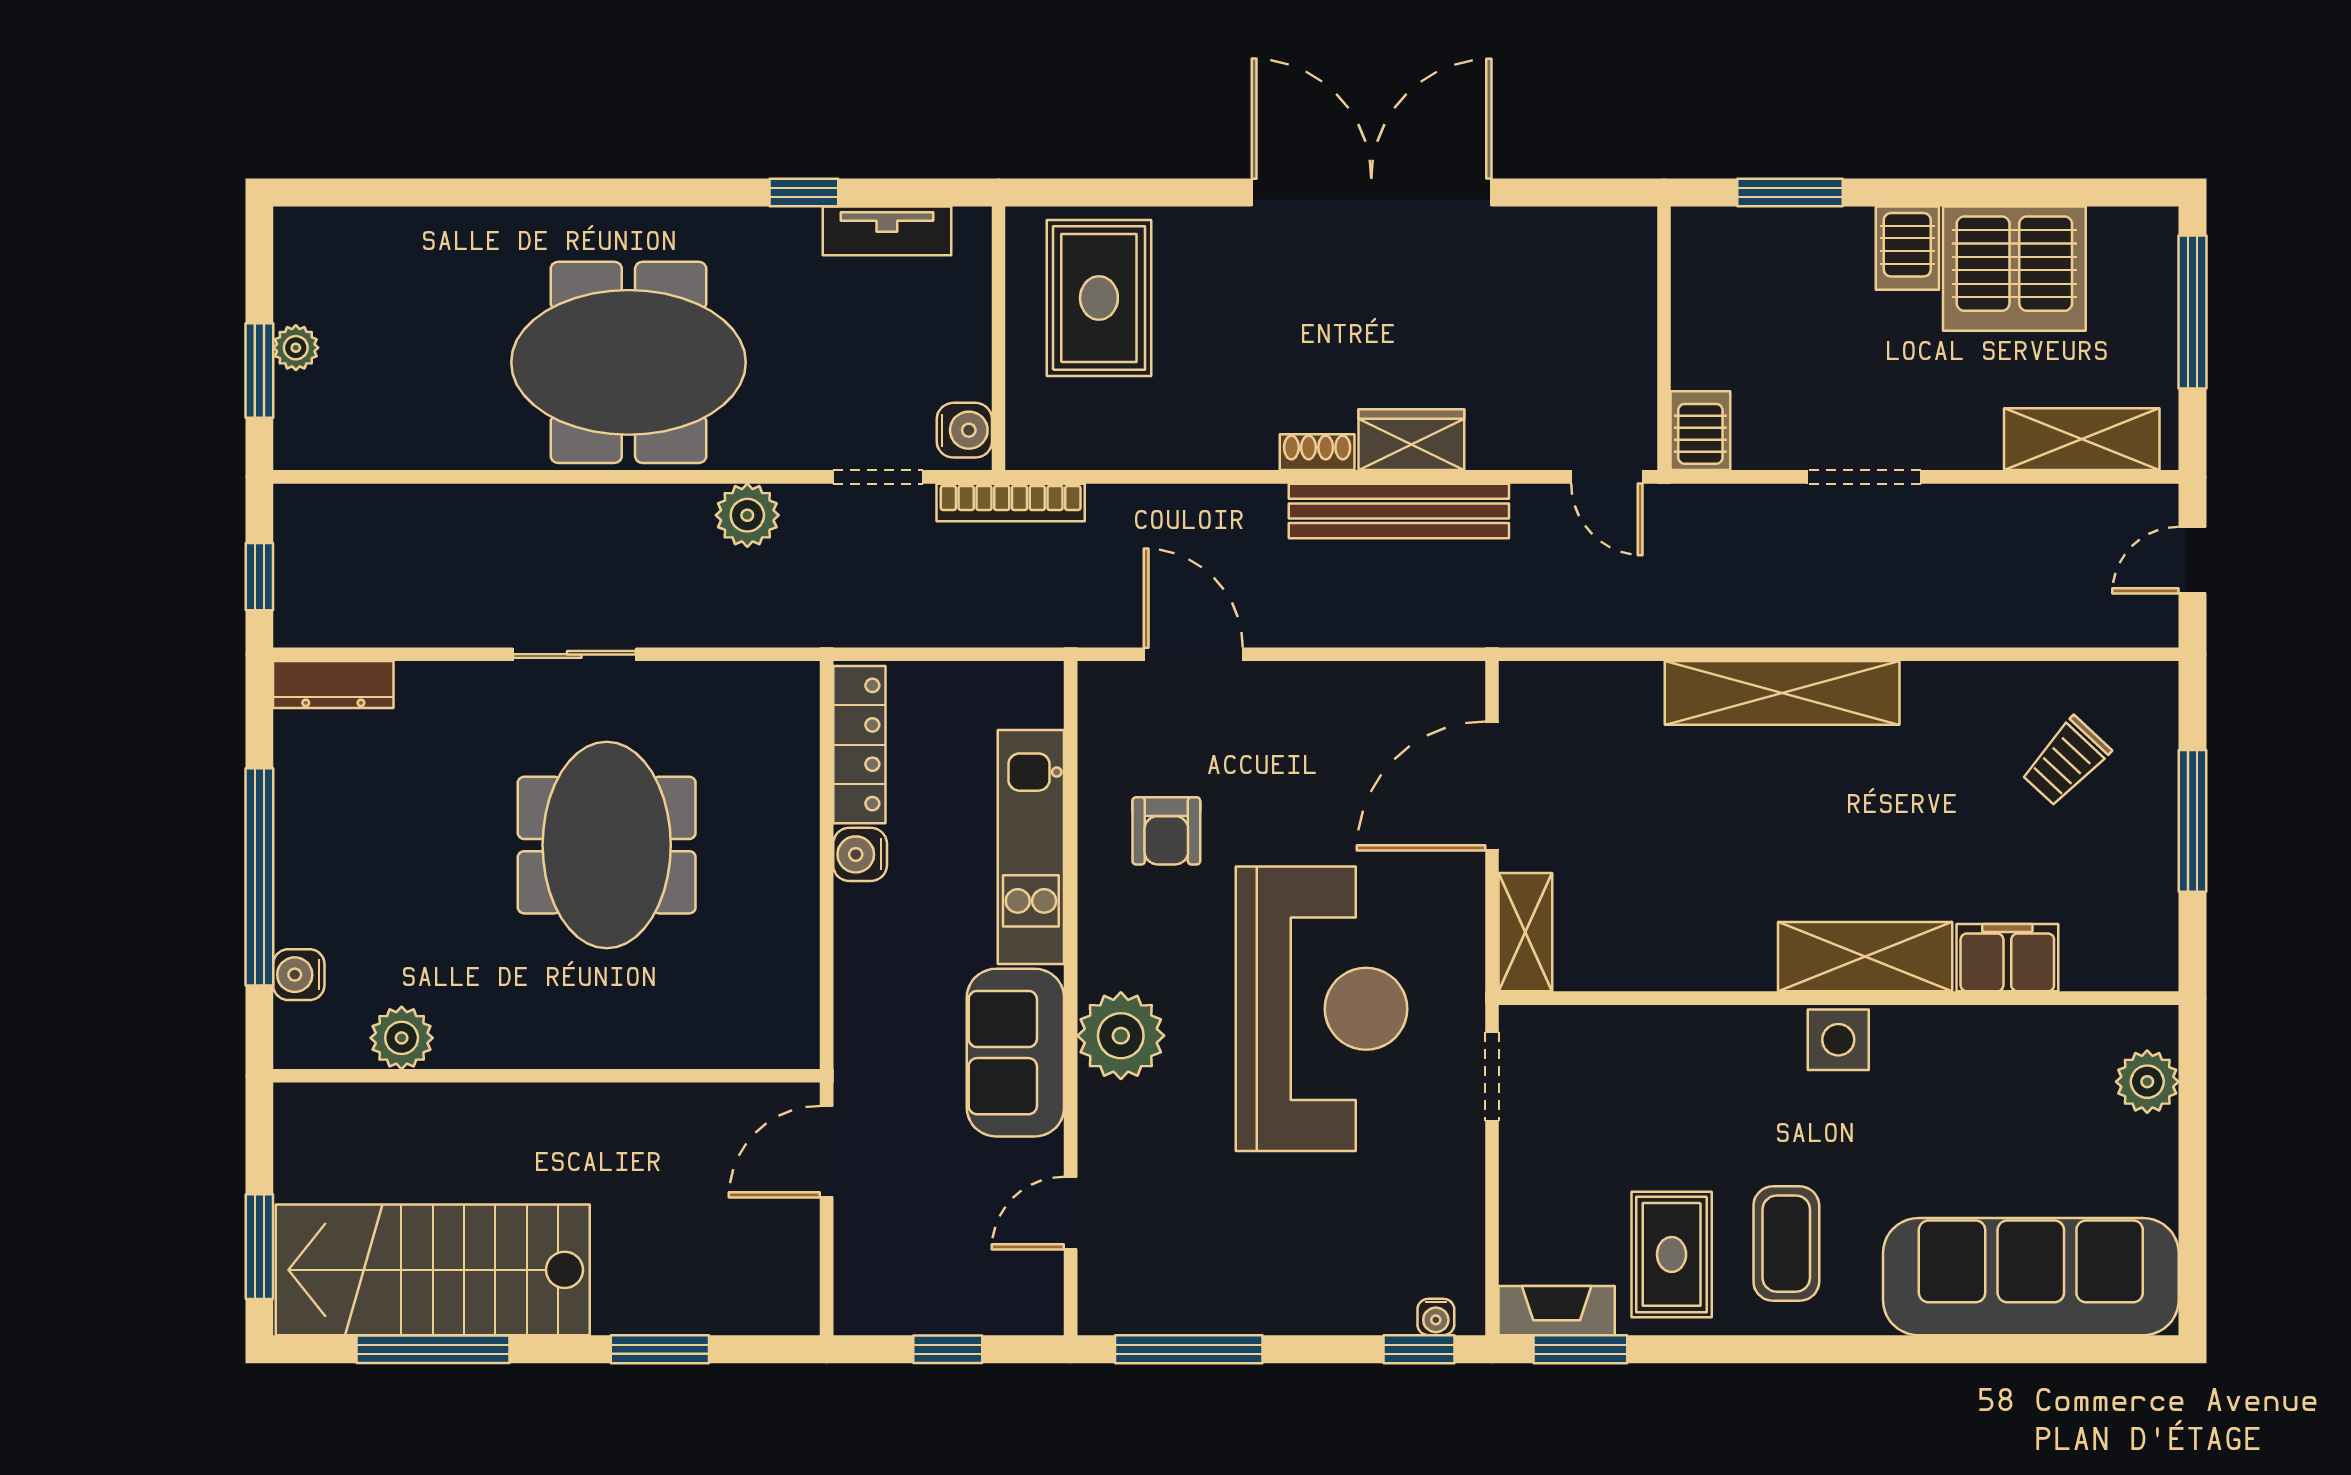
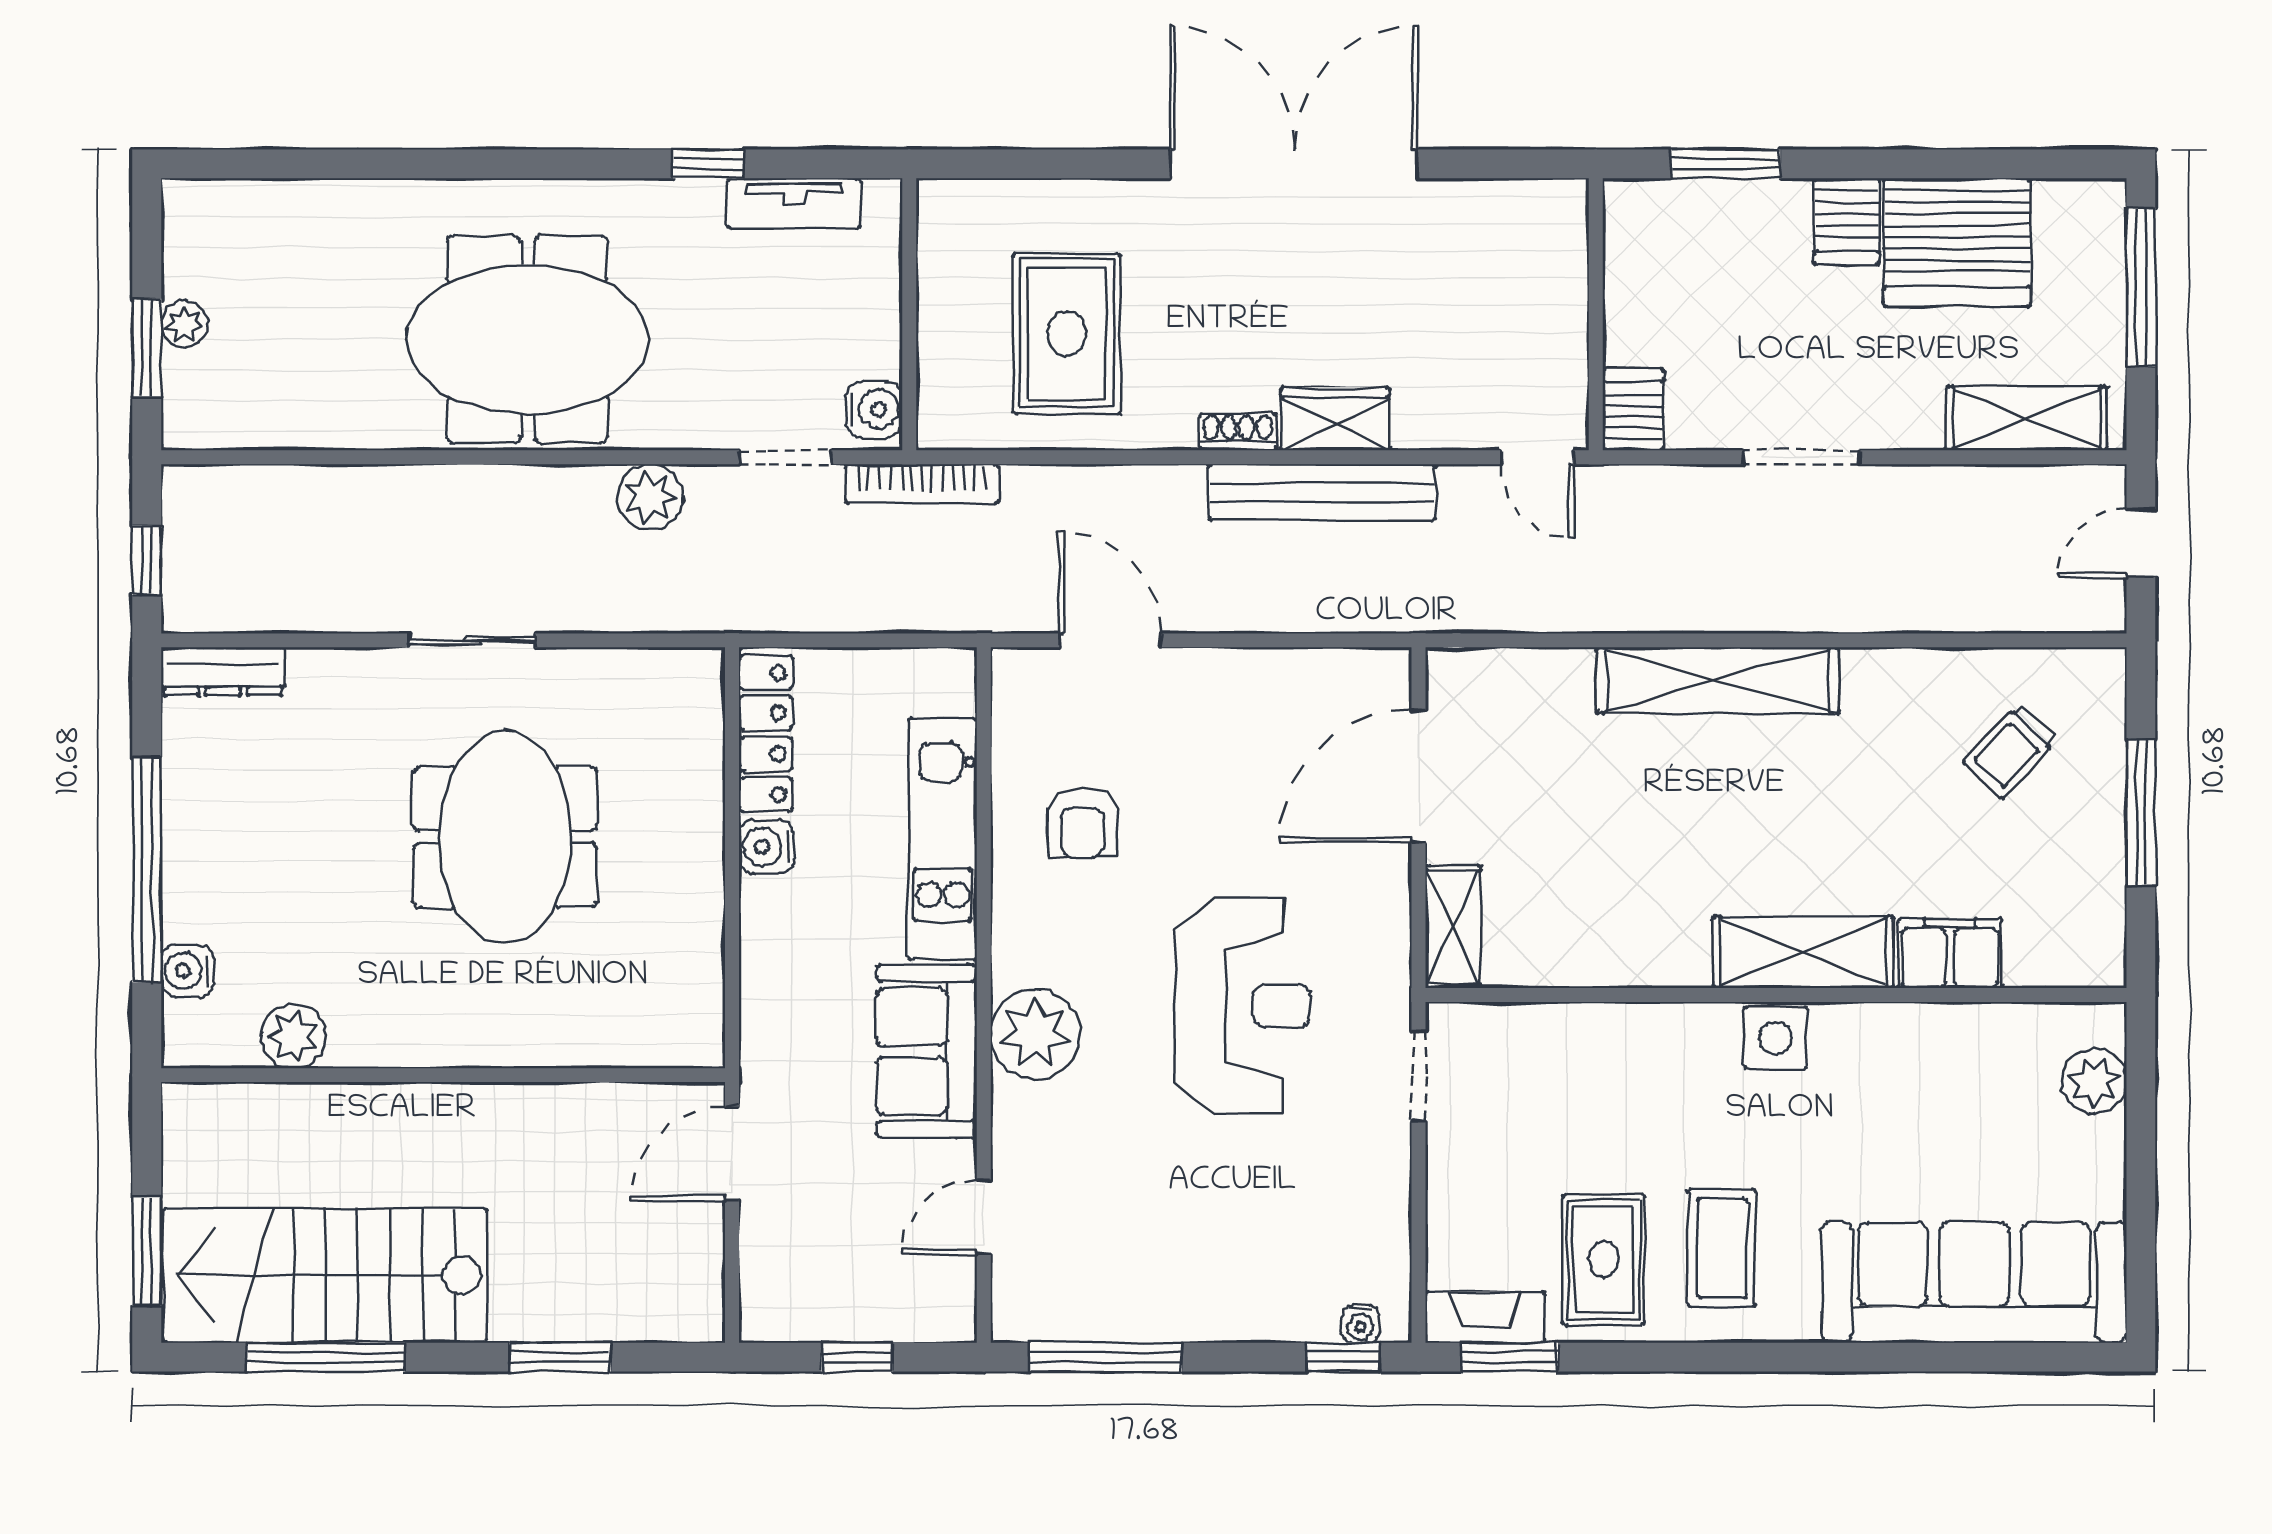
rug: (1099, 298) -> (1067, 334), moved
reception desk: (1322, 1009) -> (1242, 1006), width x0.74, depth x0.77

